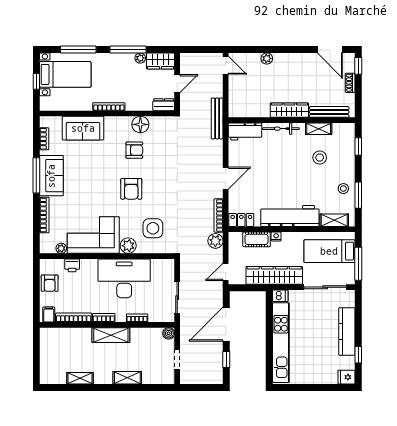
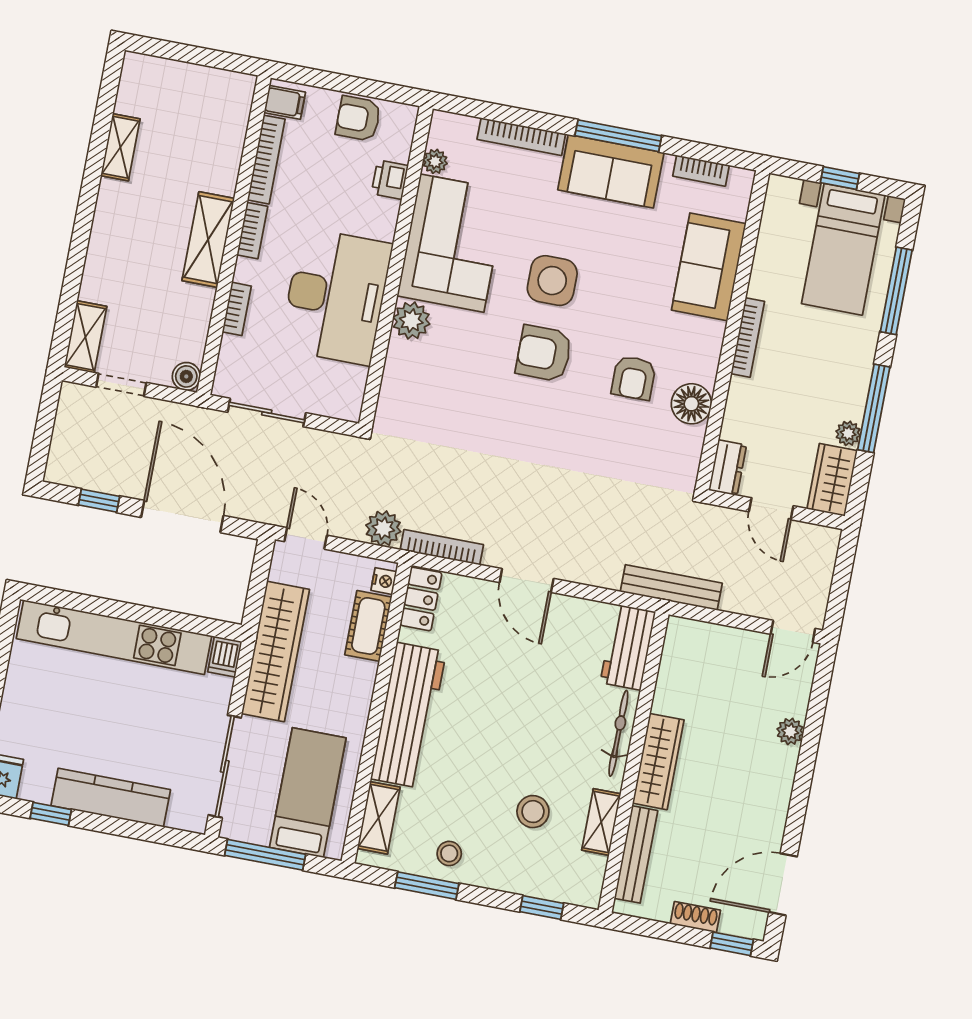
side table: (153, 228) -> (552, 281), moved
nightstand: (276, 237) -> (384, 581), moved
shelving: (127, 378) -> (85, 337), moved

